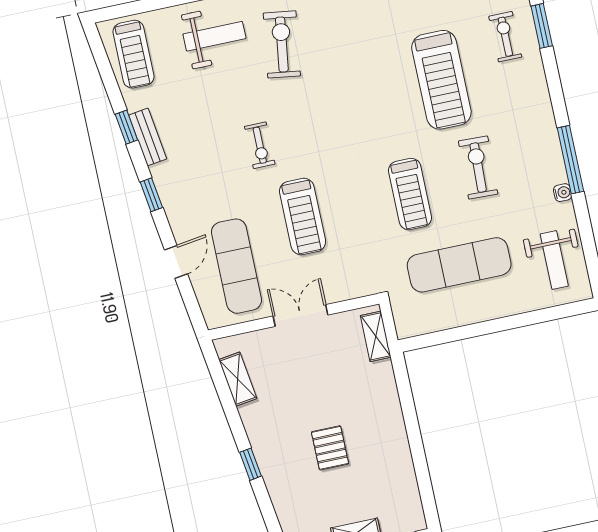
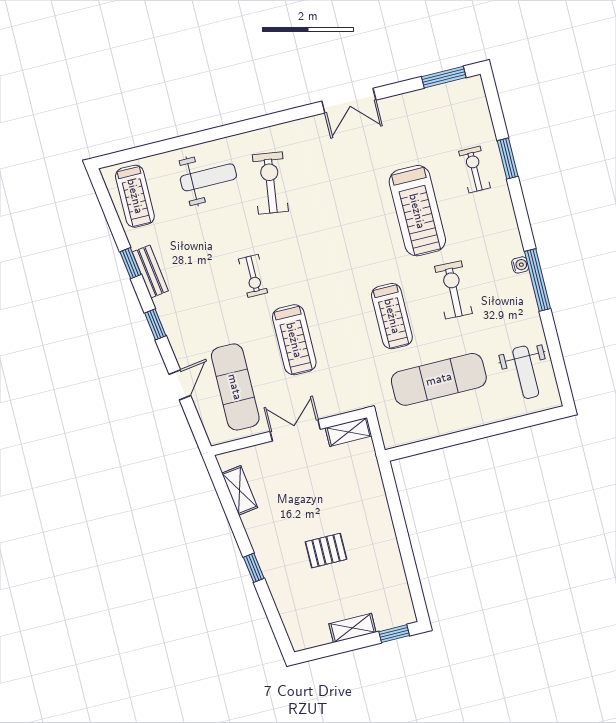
water cooler: (563, 193) -> (520, 265), moved
shelving: (376, 336) -> (348, 432), moved, turned 90
pallet: (330, 448) -> (326, 551), turned 90

